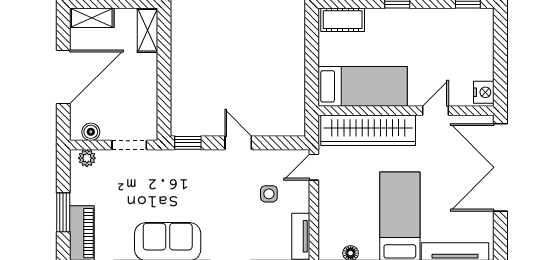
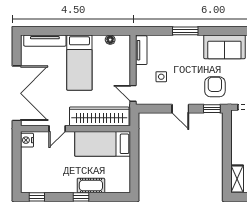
cot: (343, 20) -> (91, 186), moved
door: (314, 167) -> (133, 93), swing flipped
armchair: (183, 178) -> (215, 87), added

